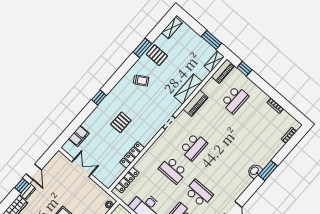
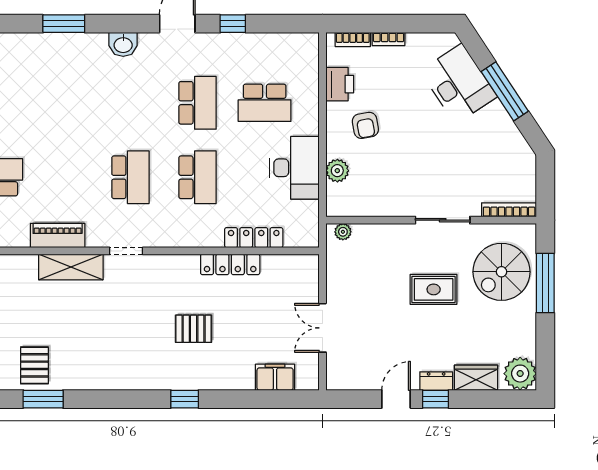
trolley: (141, 80) -> (98, 355), removed
shelving: (188, 89) -> (71, 267), moved
school desk: (193, 147) -> (130, 177), turned 90
washbasin: (255, 171) -> (123, 44), moved
locker: (127, 180) -> (254, 238), moved
school desk: (199, 193) -> (197, 103), turned 180

